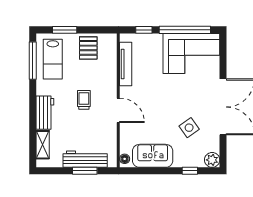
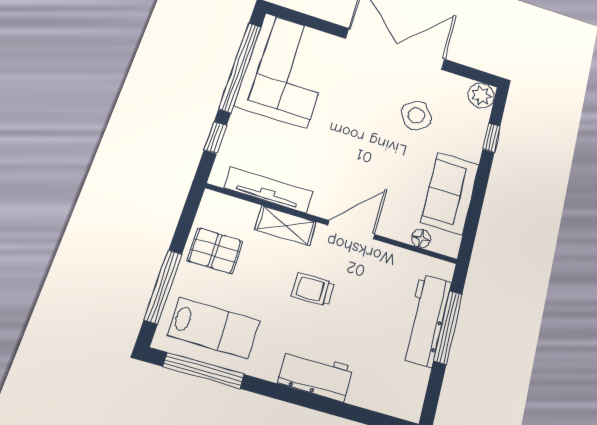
window: (65, 30) -> (163, 287), width x1.44
shelving: (43, 145) -> (286, 226), moved
floor lamp: (125, 159) -> (421, 238), moved
window: (85, 171) -> (448, 327), width x1.44

